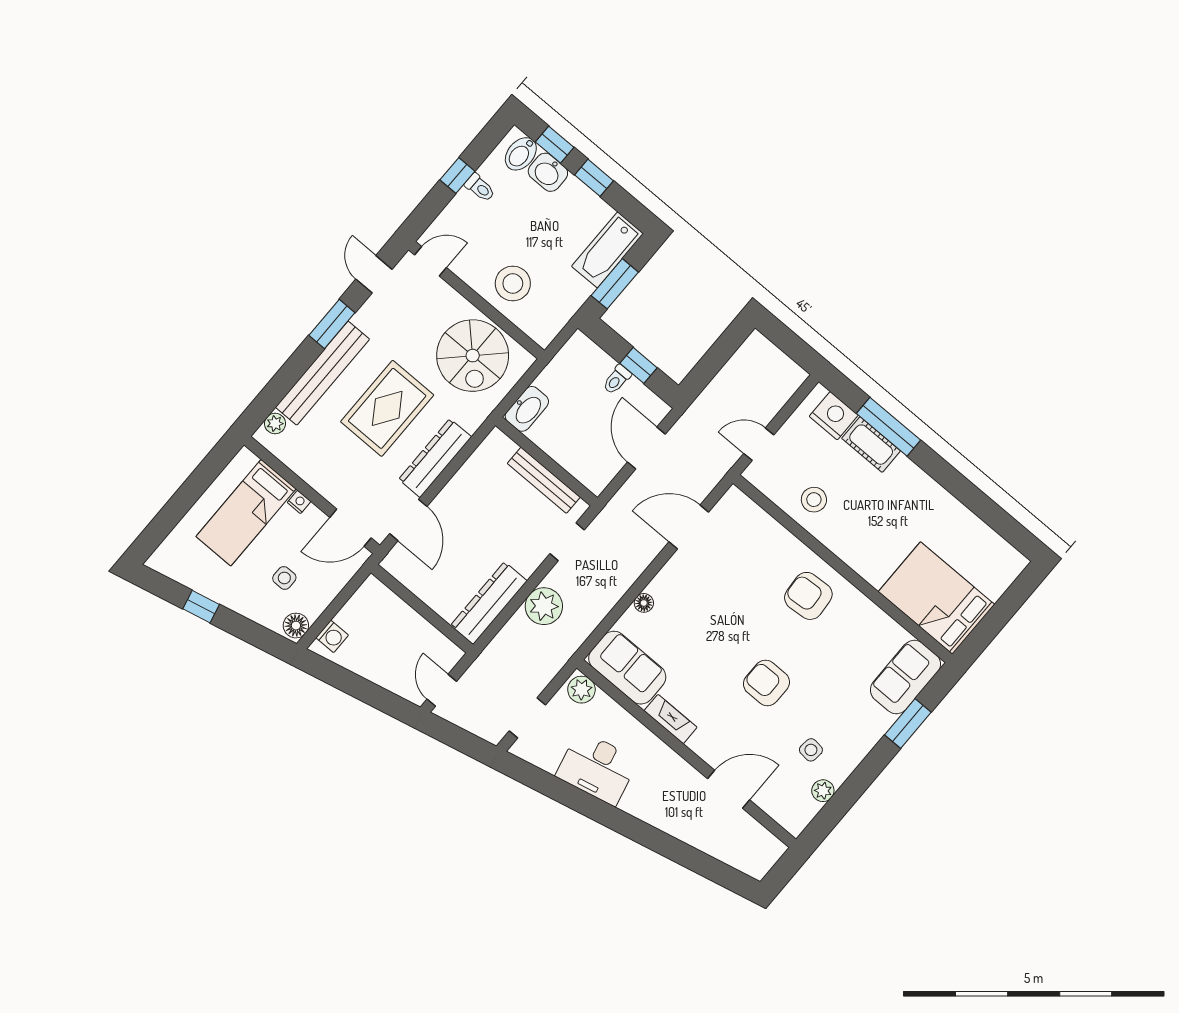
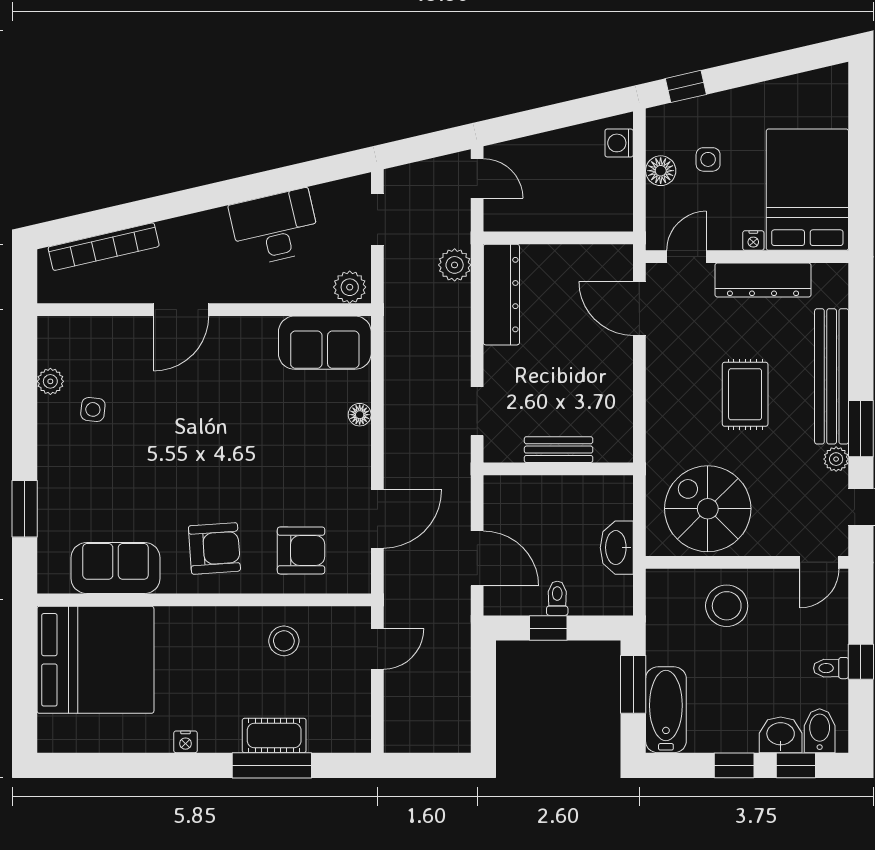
rug: (387, 408) -> (745, 394), width x0.73, depth x0.70
washbasin: (527, 409) -> (617, 548), moved
nightstand: (834, 416) -> (185, 742), moved, width x0.53, depth x0.56
plant: (275, 423) -> (836, 459), moved
dresser: (435, 458) -> (763, 280), moved, turned 90
bench: (544, 480) -> (559, 450), width x0.73
bed: (246, 513) -> (807, 190), width x1.50
door: (350, 528) -> (687, 257), width x0.73
bed: (936, 598) -> (95, 660), width x1.36
plant: (544, 606) -> (455, 265), moved, width x0.73, depth x0.73
window: (201, 607) -> (686, 86), moved
floor lamp: (296, 626) -> (661, 171), moved
sofa: (905, 677) -> (116, 568), moved, turned -90
armchair: (766, 683) -> (301, 550), moved
fireplace: (671, 719) -> (245, 329), removed
door: (729, 789) -> (181, 310), moved
bookcase: (716, 848) -> (104, 247), added

